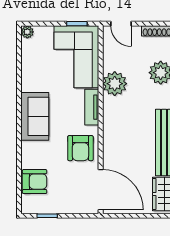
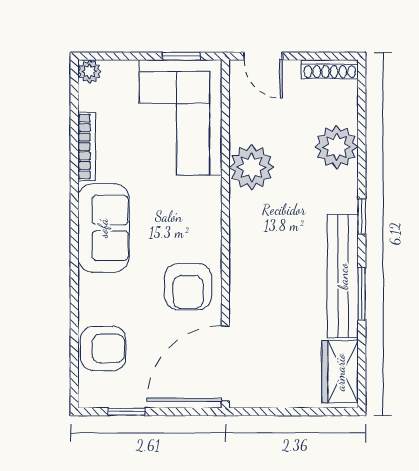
bookcase: (26, 72) -> (87, 147), added
tv unit: (92, 107) -> (209, 211), removed
door: (101, 190) -> (225, 364), swing flipped

